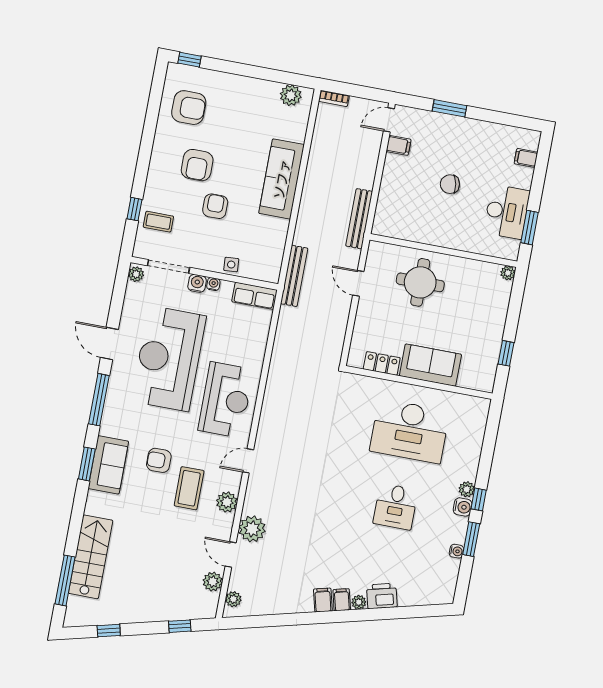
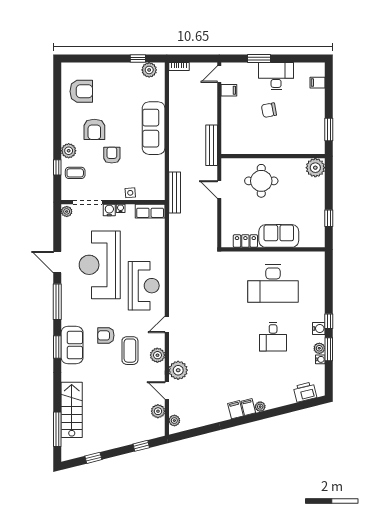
window: (190, 60) -> (138, 59), moved
plant: (155, 189) -> (69, 151), added
desk: (507, 212) -> (276, 76), moved, turned -90
plant: (508, 273) -> (315, 168), width x1.87, depth x1.87
plant: (467, 489) -> (319, 348), moved
printer: (382, 596) -> (305, 392), moved

